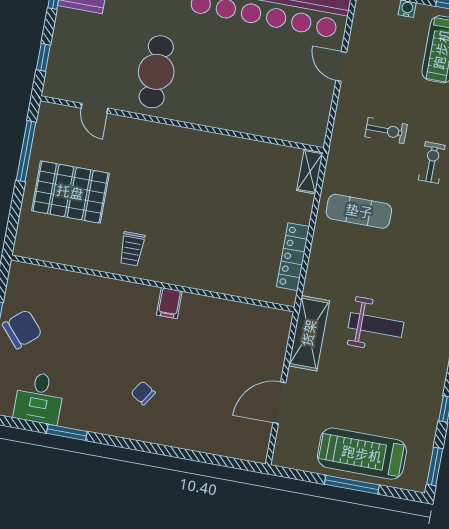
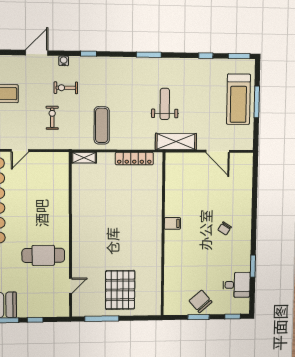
window: (43, 57) -> (35, 320), moved
trolley: (132, 249) -> (146, 250), removed

